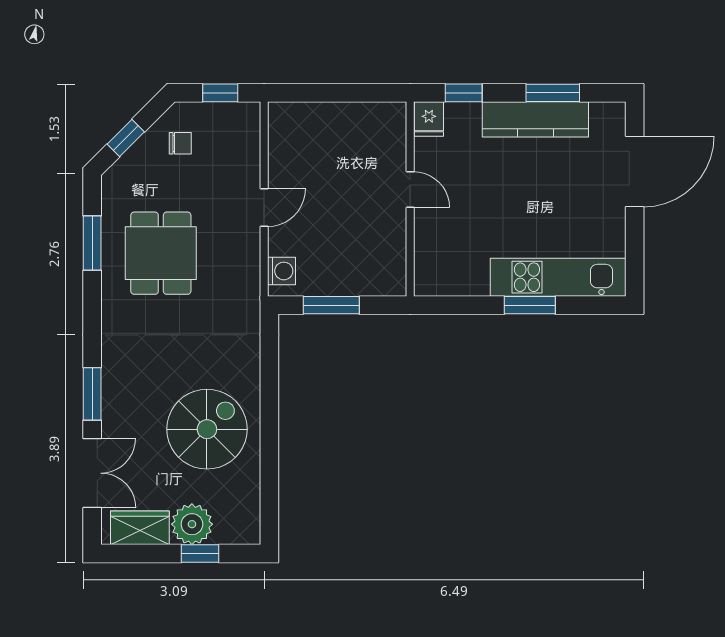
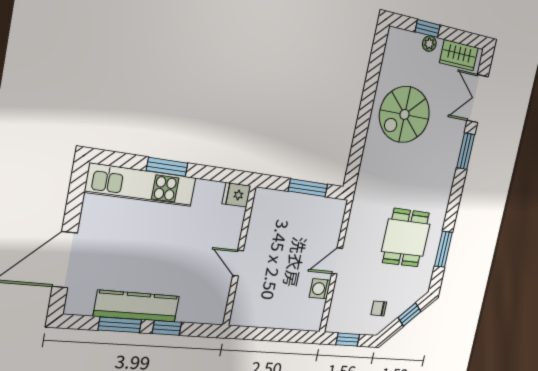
window: (464, 93) -> (167, 328), moved
fridge: (429, 119) -> (236, 195), moved, turned -90
washing machine: (282, 271) -> (320, 289), moved
plant: (192, 524) -> (429, 44), width x0.53, depth x0.53

